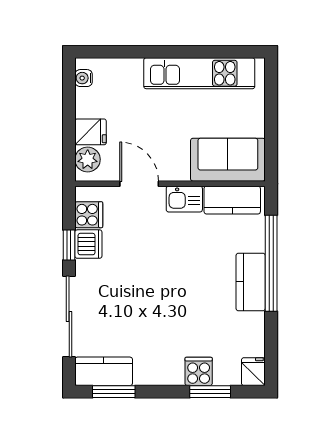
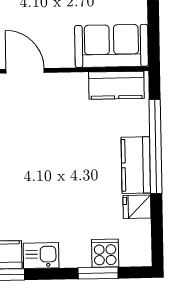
kitchen sink: (184, 199) -> (41, 255), moved, turned 180
cooker: (199, 371) -> (105, 253), moved
fridge: (253, 372) -> (137, 207), moved, turned -90

